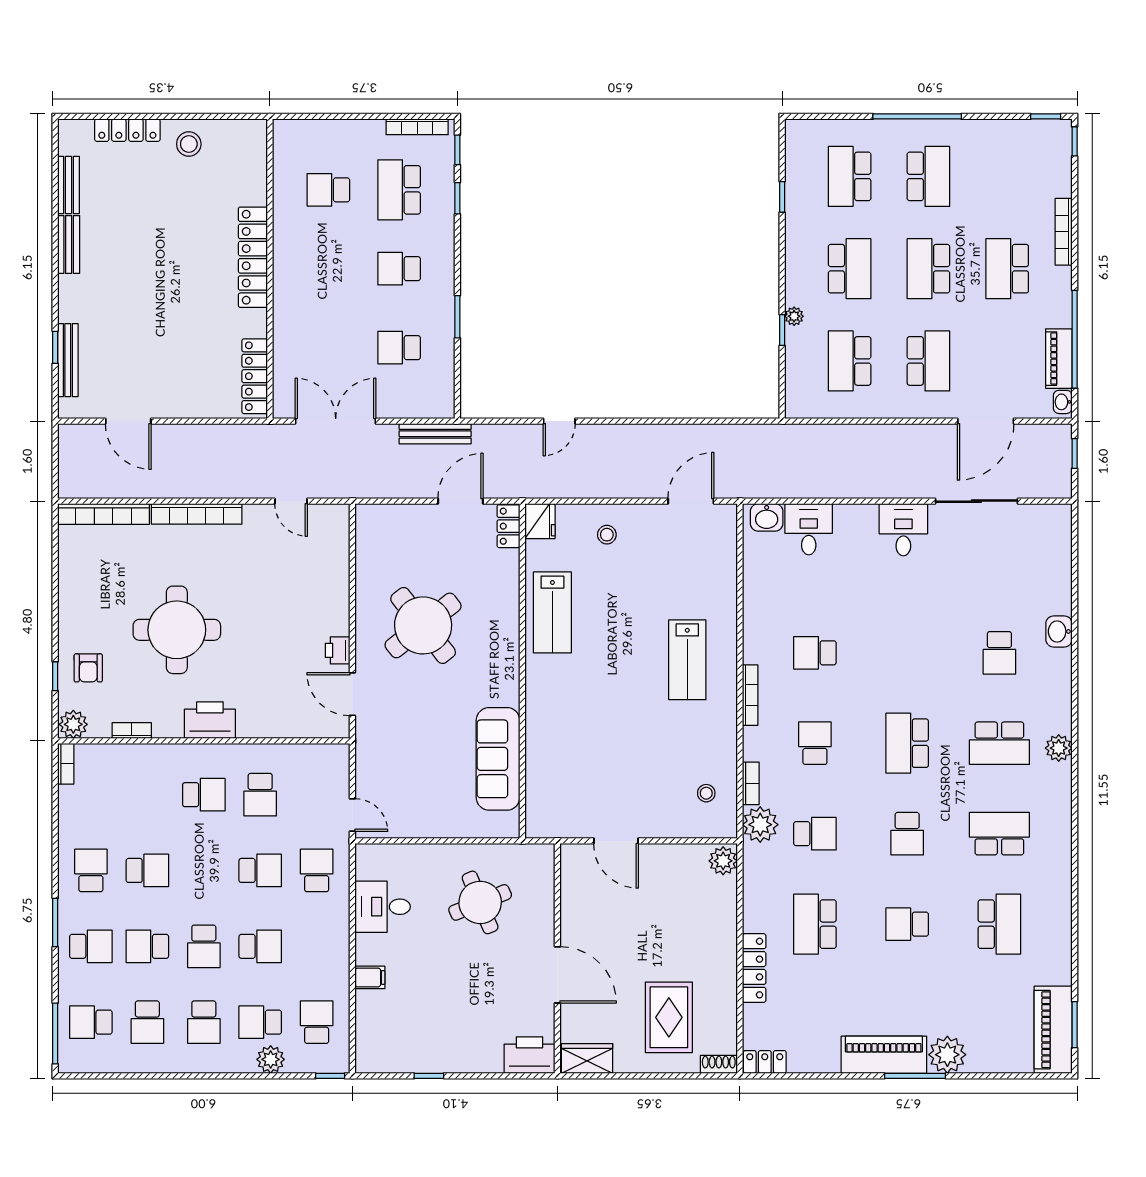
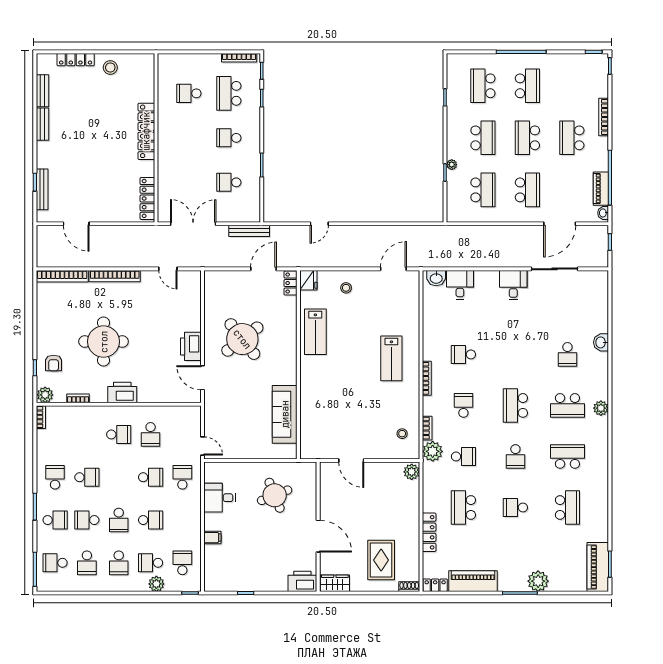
school desk: (850, 361) -> (483, 190), turned 180
printer: (338, 650) -> (191, 346), width x1.87, depth x1.48
piano: (884, 1055) -> (473, 581), moved

